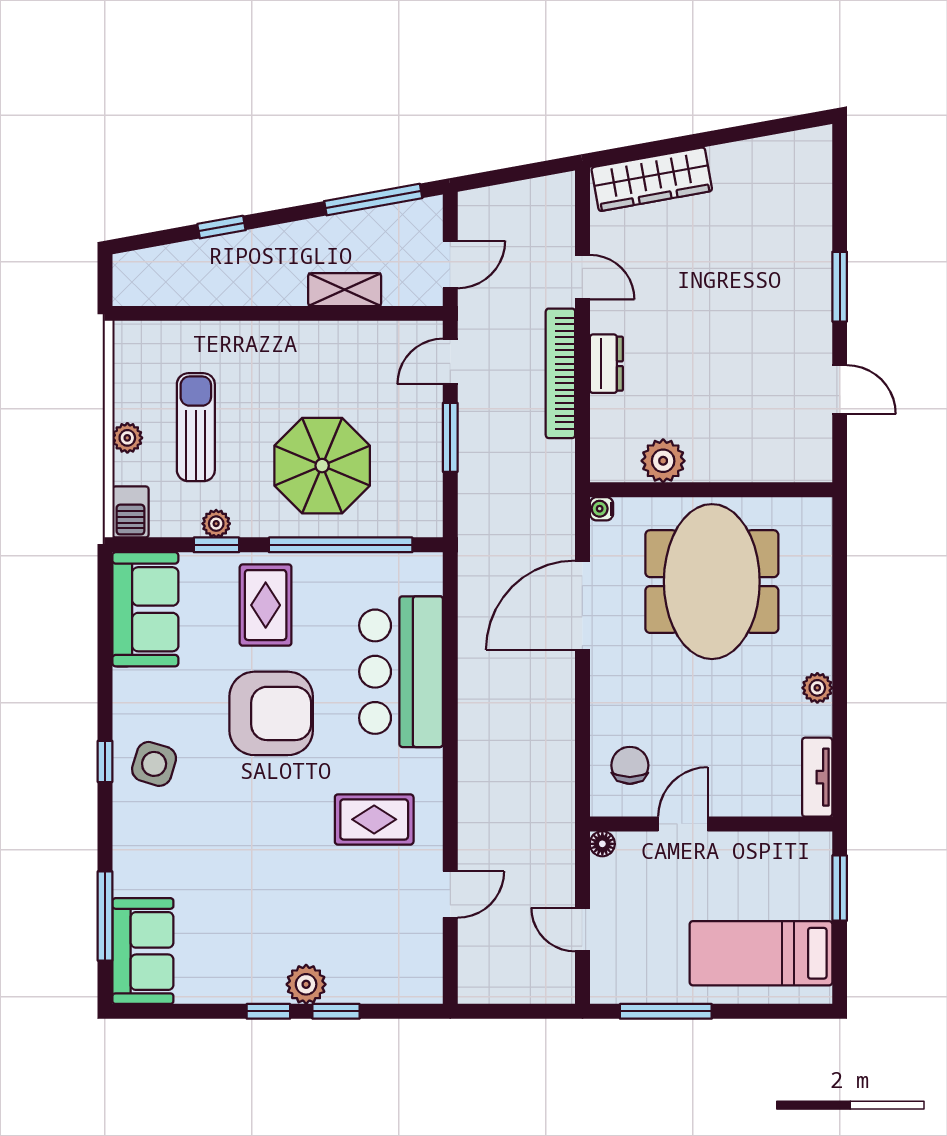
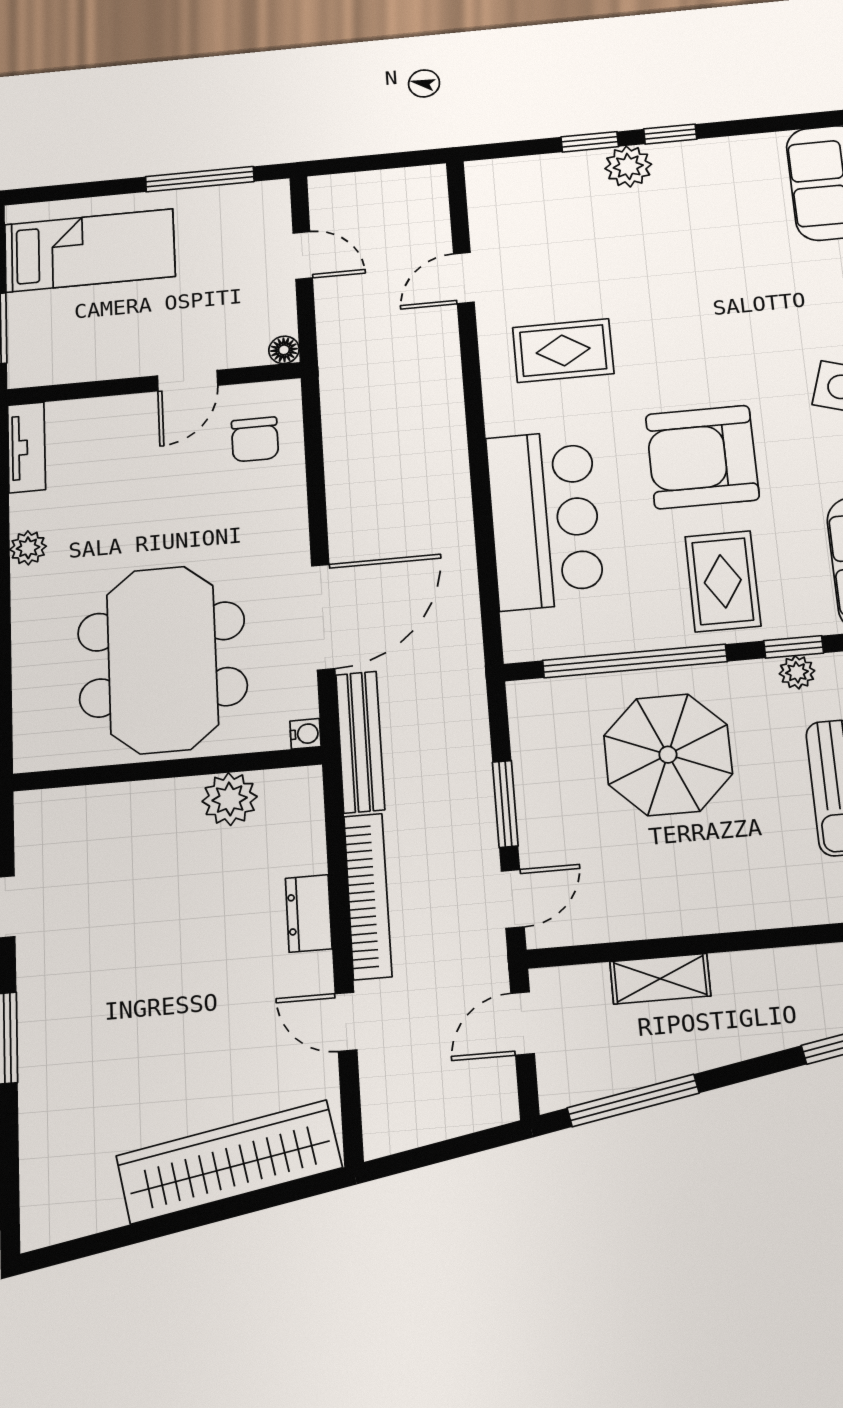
wardrobe: (652, 179) -> (229, 1162), width x1.40, depth x1.17
bench: (559, 498) -> (360, 742), added

